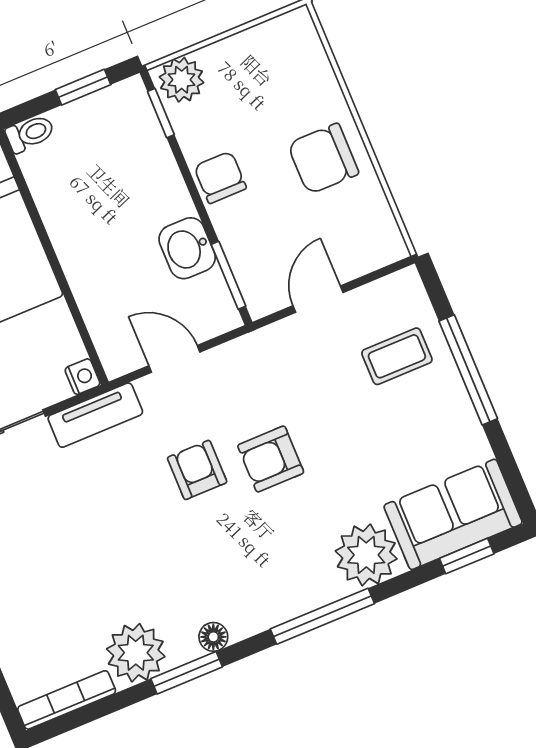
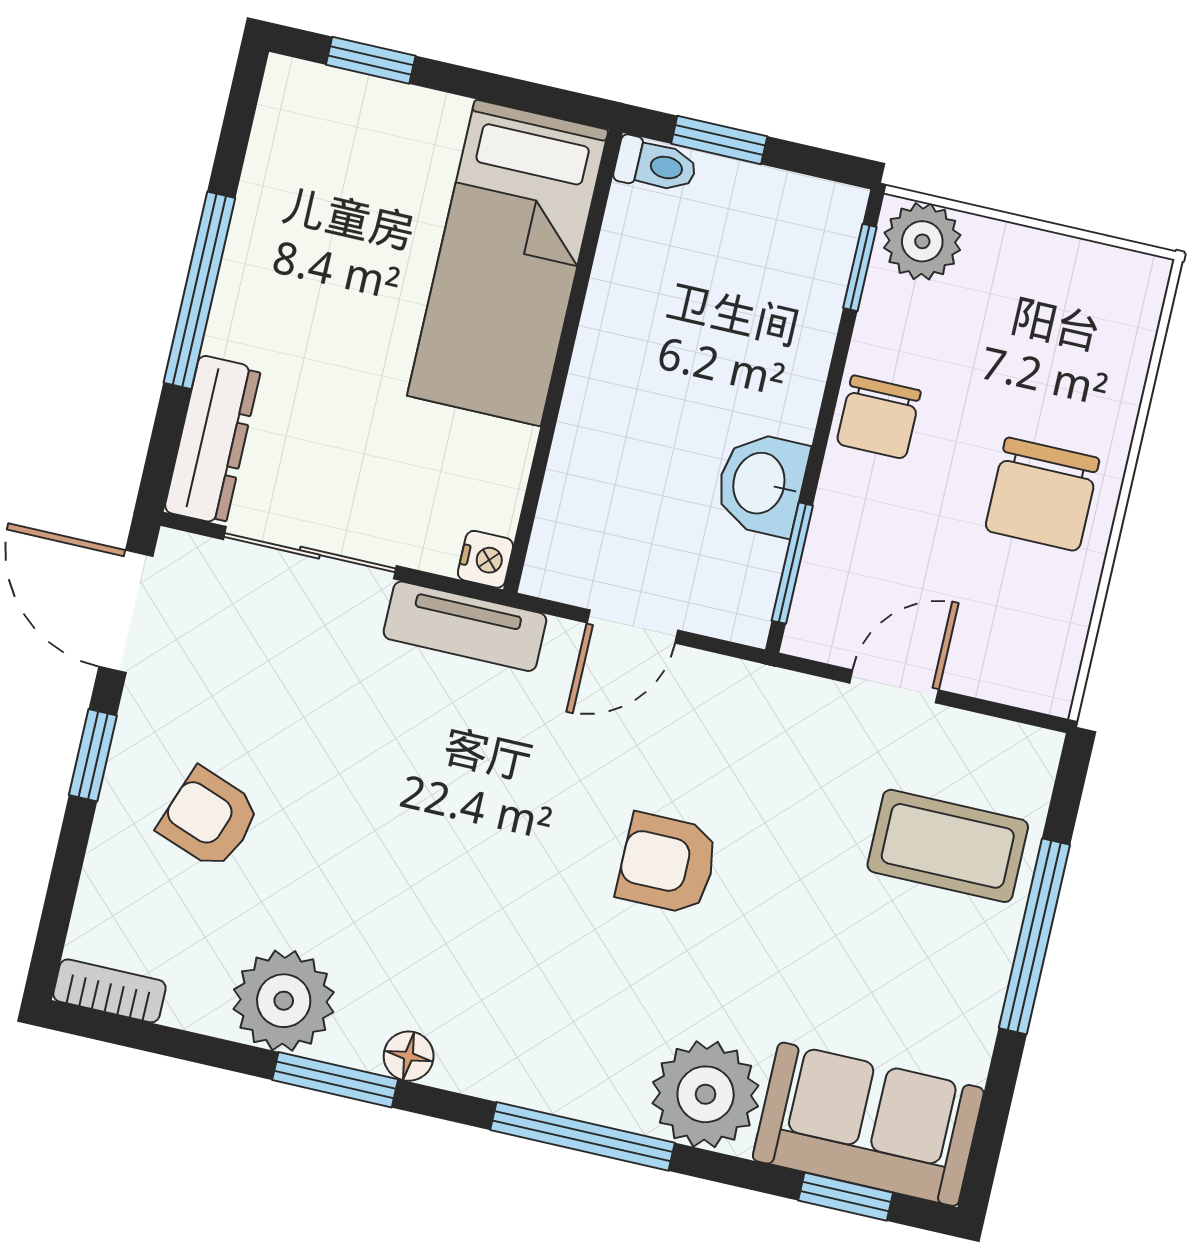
window: (83, 87) -> (719, 140), moved
chair: (323, 159) -> (1042, 494), turned -90
chair: (220, 177) -> (879, 417), turned 180
coffee table: (397, 356) -> (948, 846), width x1.36, depth x1.30
door: (174, 359) -> (632, 627), swing flipped
armchair: (197, 470) -> (209, 818), moved, turned -70
bookcase: (67, 700) -> (109, 991), width x0.64

